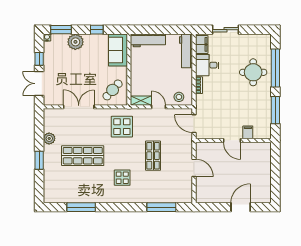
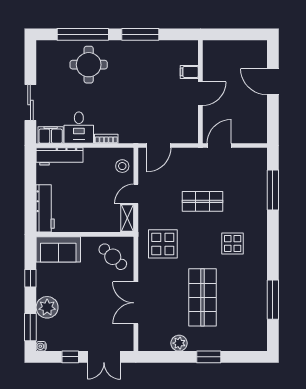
filing cabinet: (248, 132) -> (189, 72), moved
door: (232, 140) -> (200, 94), moved
wall: (233, 140) -> (200, 92), moved

